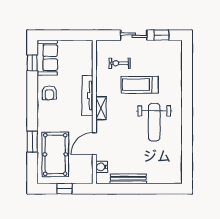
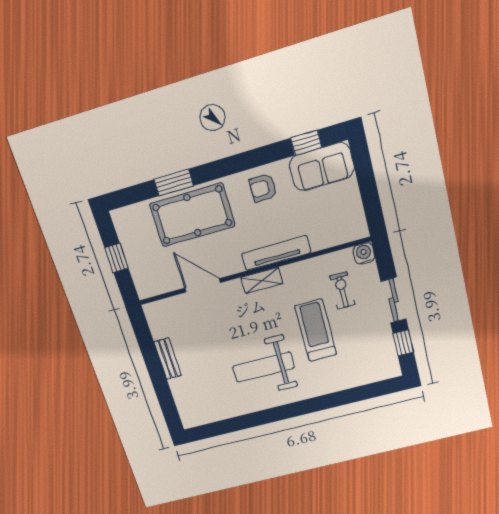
pool table: (55, 154) -> (192, 215), moved
water cooler: (102, 167) -> (364, 253), moved
bench: (128, 179) -> (168, 359), width x0.73

